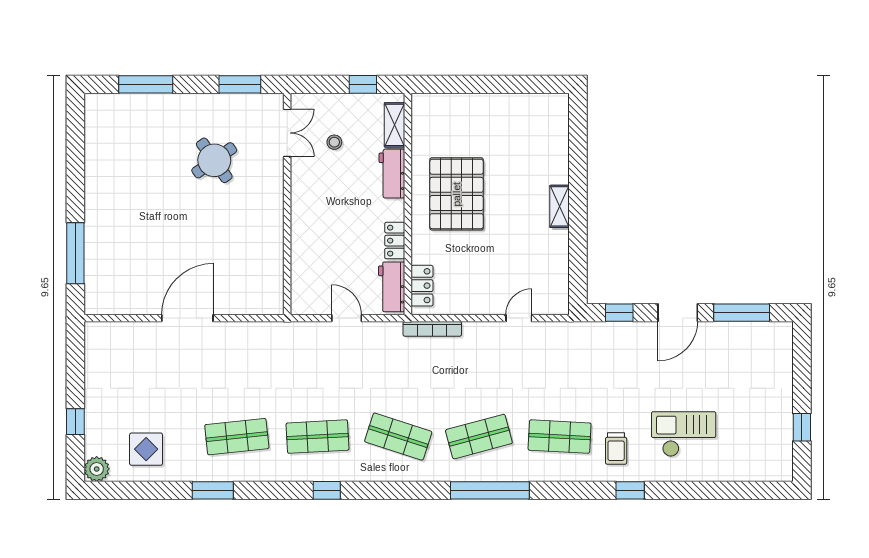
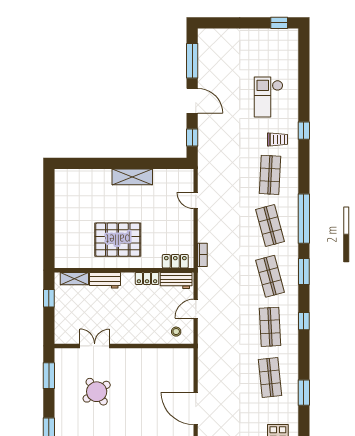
double door: (287, 133) -> (95, 346), moved
stool: (334, 142) -> (176, 332), moved
shelving: (560, 206) -> (132, 177), width x1.50, depth x1.33
bookcase: (432, 329) -> (202, 255), width x0.64
window: (802, 427) -> (279, 23), moved
shop shelf: (398, 437) -> (270, 276), turned -33
window: (406, 490) -> (304, 272), added

